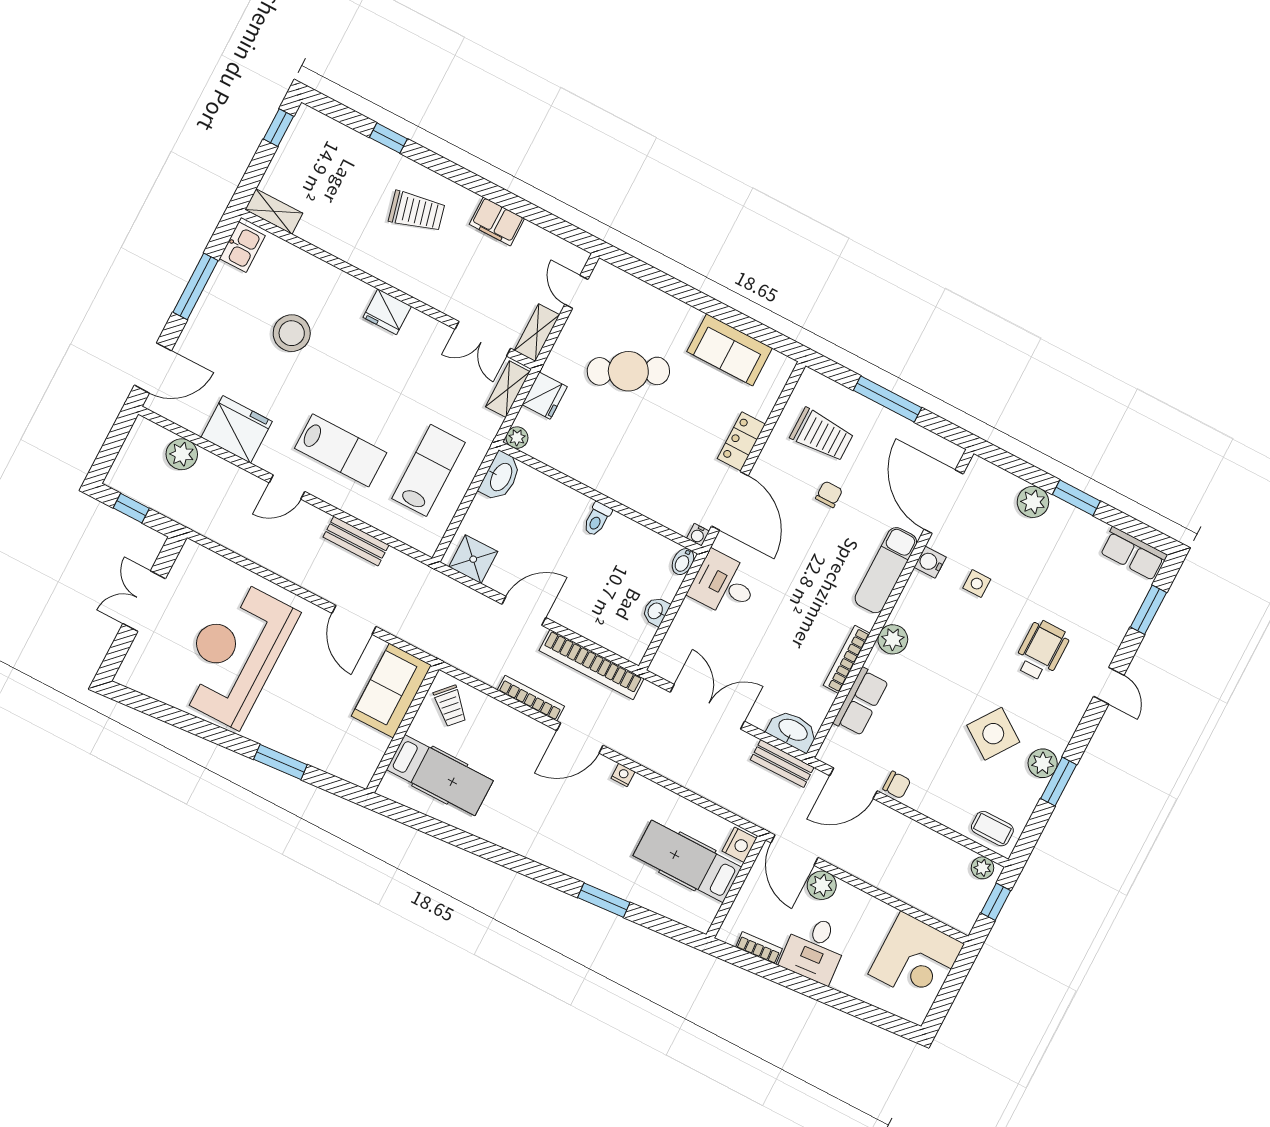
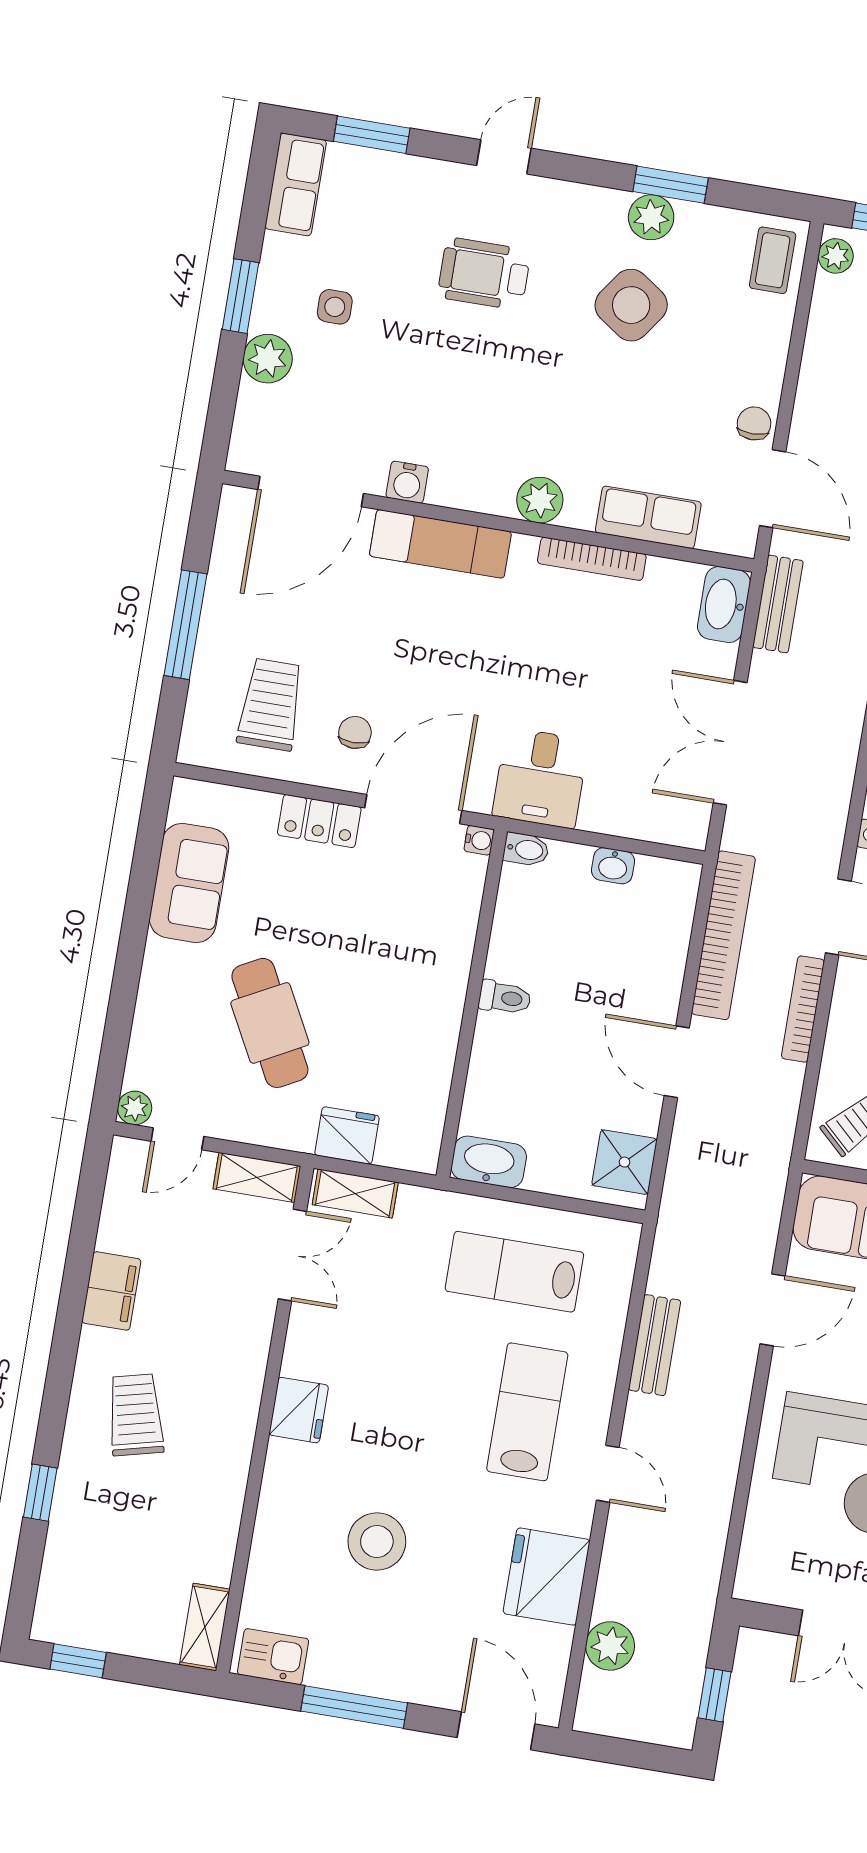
plant: (517, 438) -> (135, 1108), moved
chair: (829, 494) -> (355, 732), moved, turned 90
side table: (977, 584) -> (335, 307), moved

